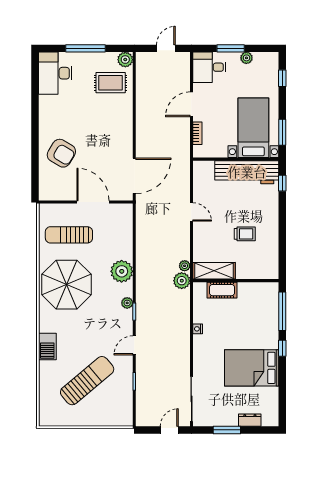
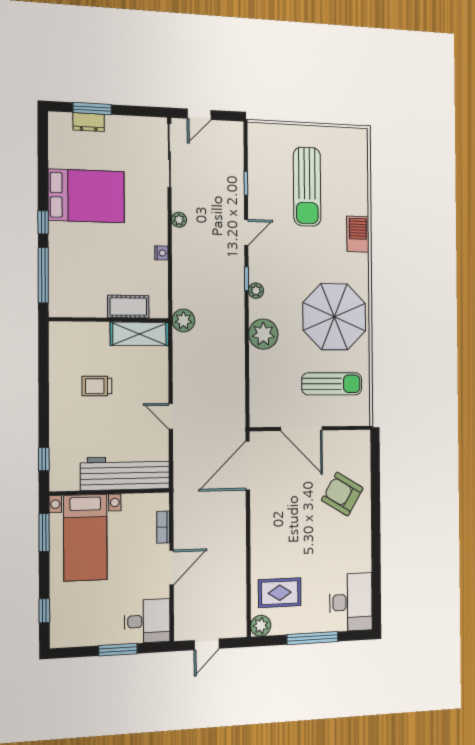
plant: (246, 58) -> (95, 637), removed
workbench: (247, 172) -> (125, 473), moved
plant: (185, 266) -> (179, 220), moved
sun lounger: (87, 381) -> (307, 187), turned -50
window: (227, 430) -> (92, 108), moved

